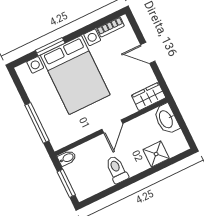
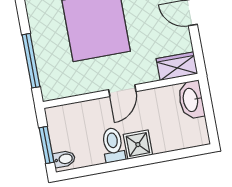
shower: (156, 154) -> (138, 145), moved
bidet: (67, 158) -> (64, 159), moved

